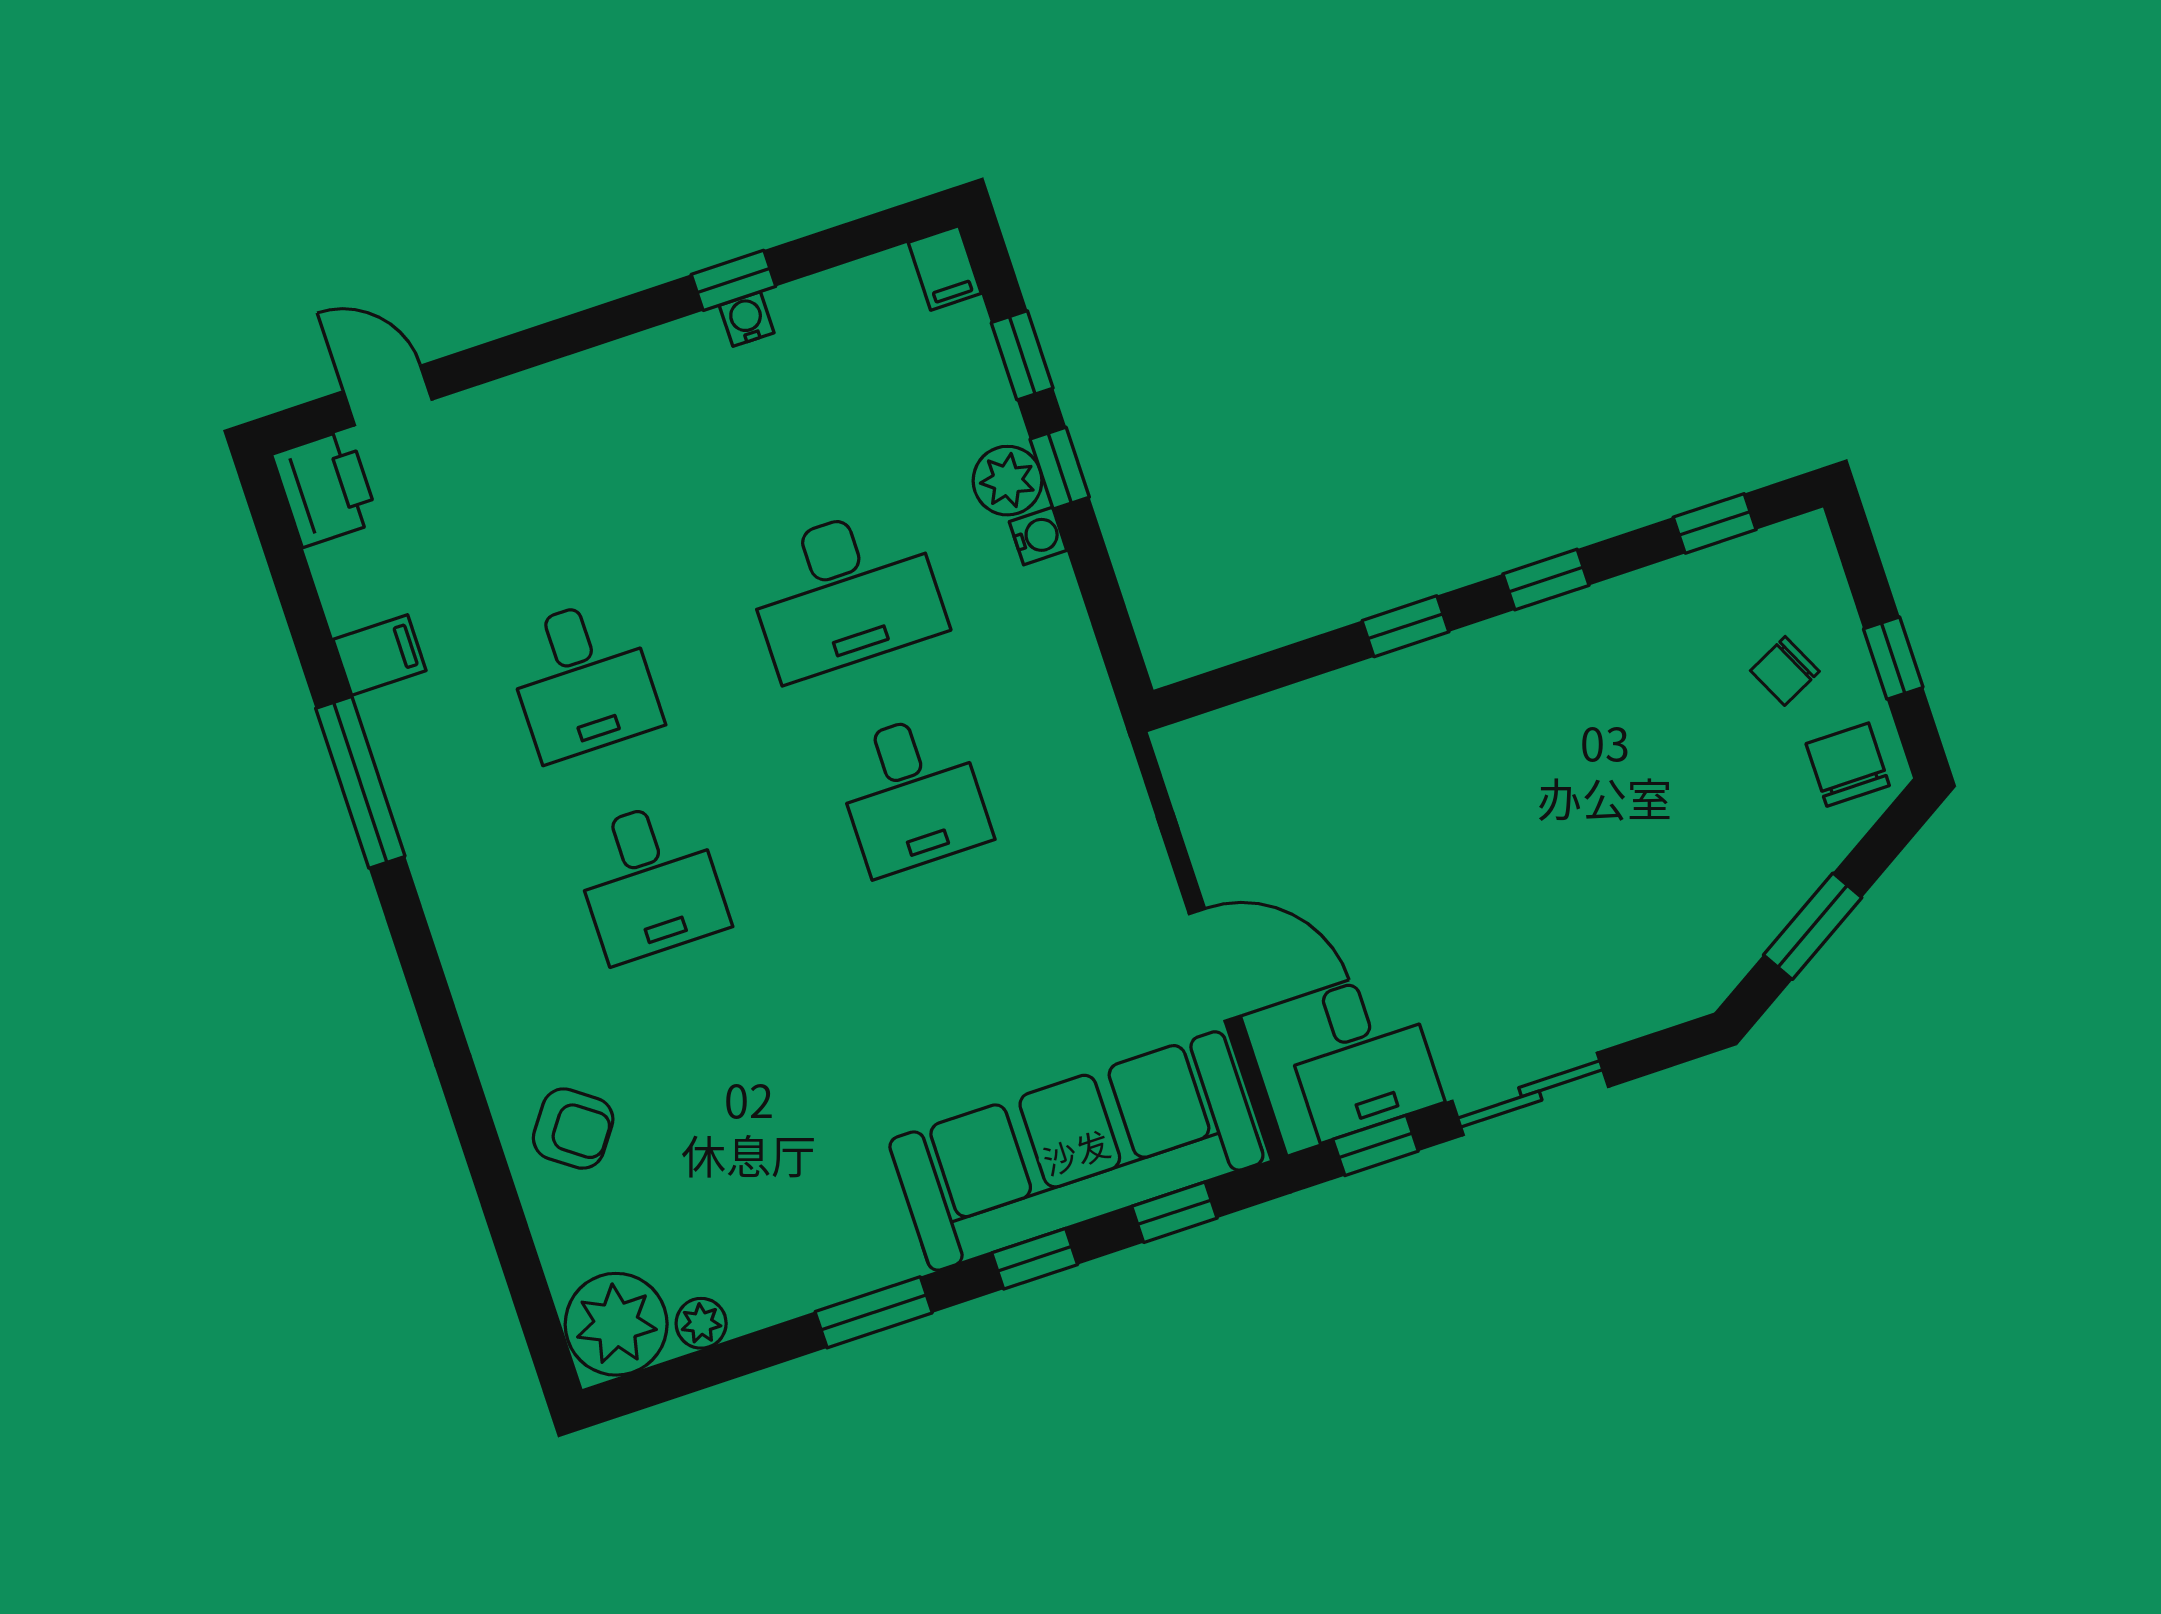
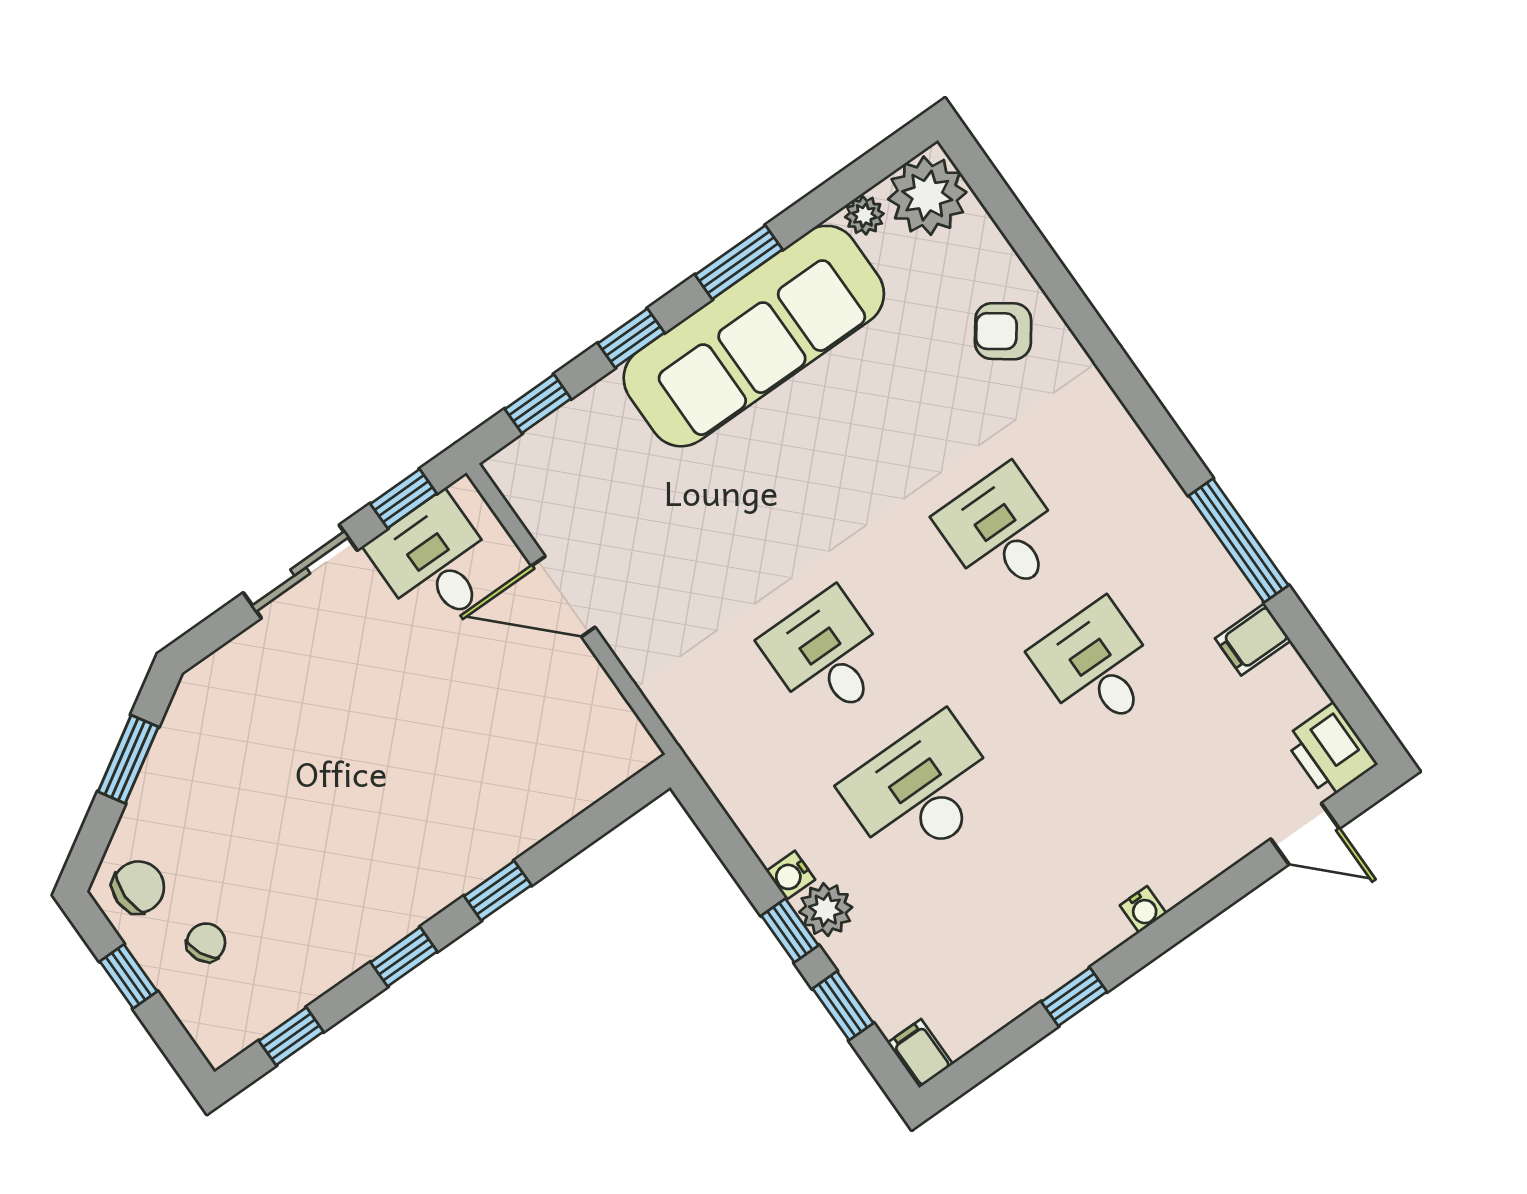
water cooler: (747, 319) -> (1143, 909), moved
chair: (1848, 765) -> (138, 887), turned -90
sofa: (1076, 1151) -> (754, 336), moved

